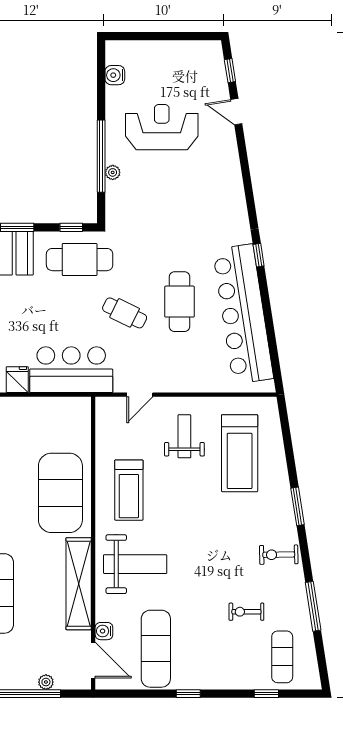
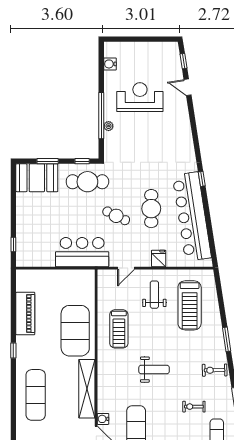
fridge: (17, 380) -> (159, 258), moved
weight bench: (135, 564) -> (154, 370), moved, width x0.73, depth x0.75

